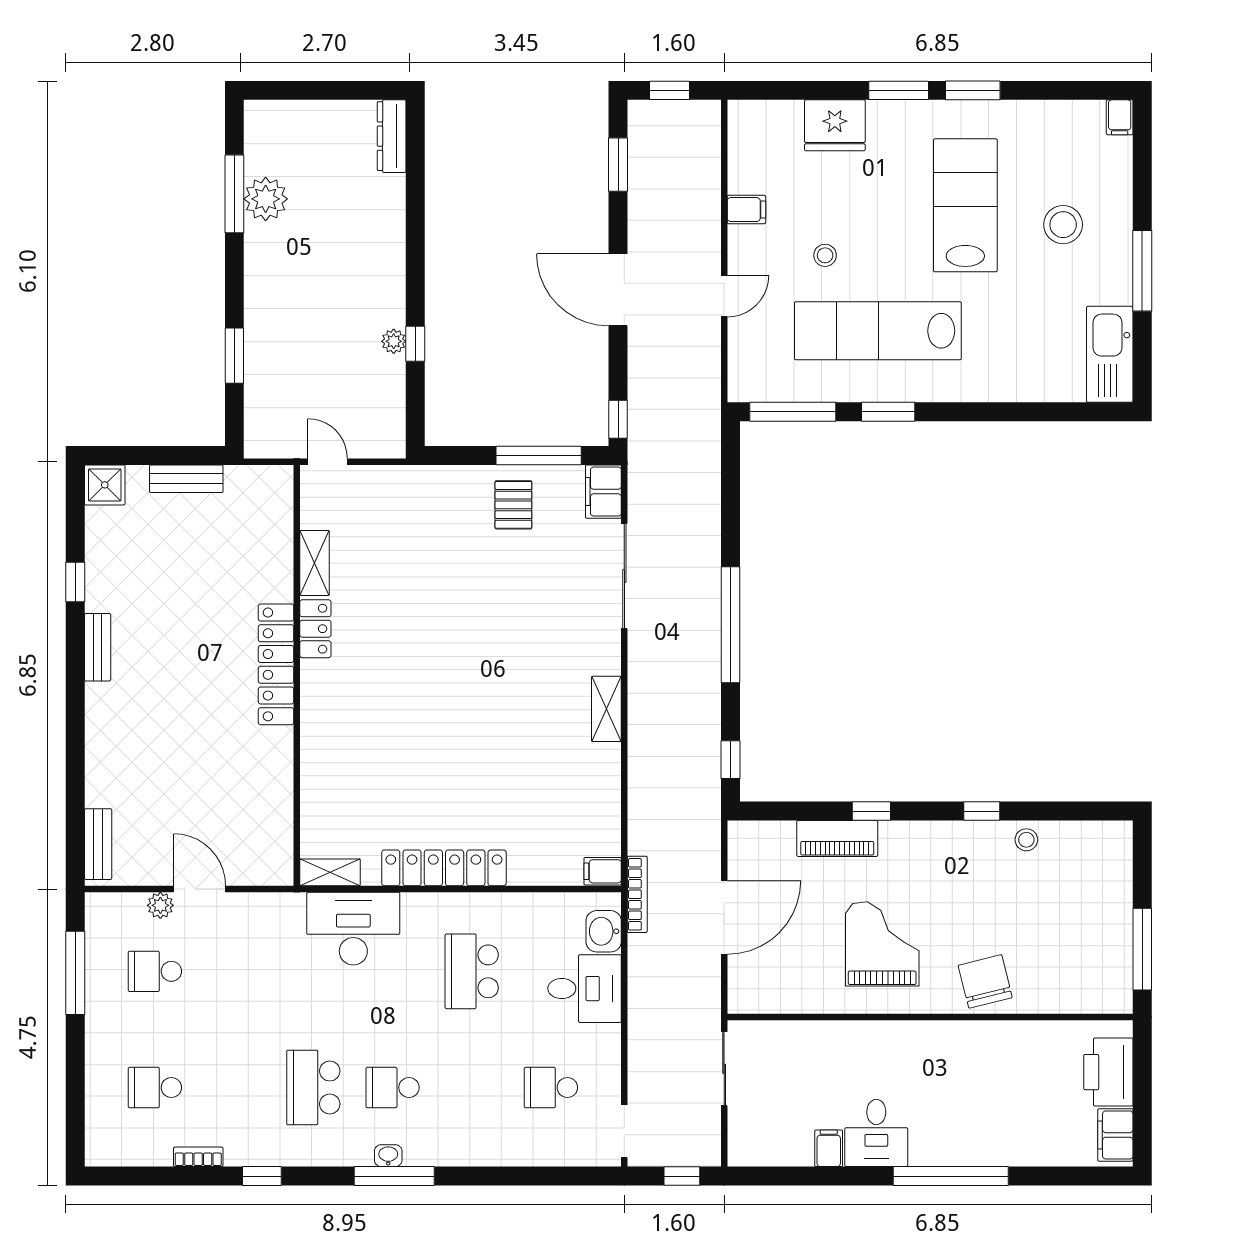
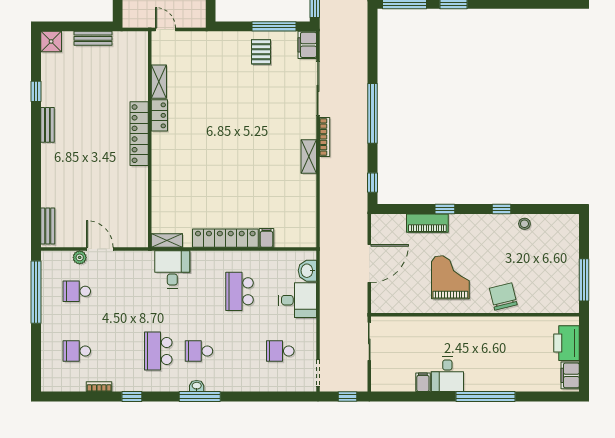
filing cabinet: (603, 871) -> (267, 238), moved, turned 90
bookcase: (637, 894) -> (325, 137), moved
desk: (353, 929) -> (172, 269), width x0.73
window: (75, 973) -> (36, 292), width x1.46

